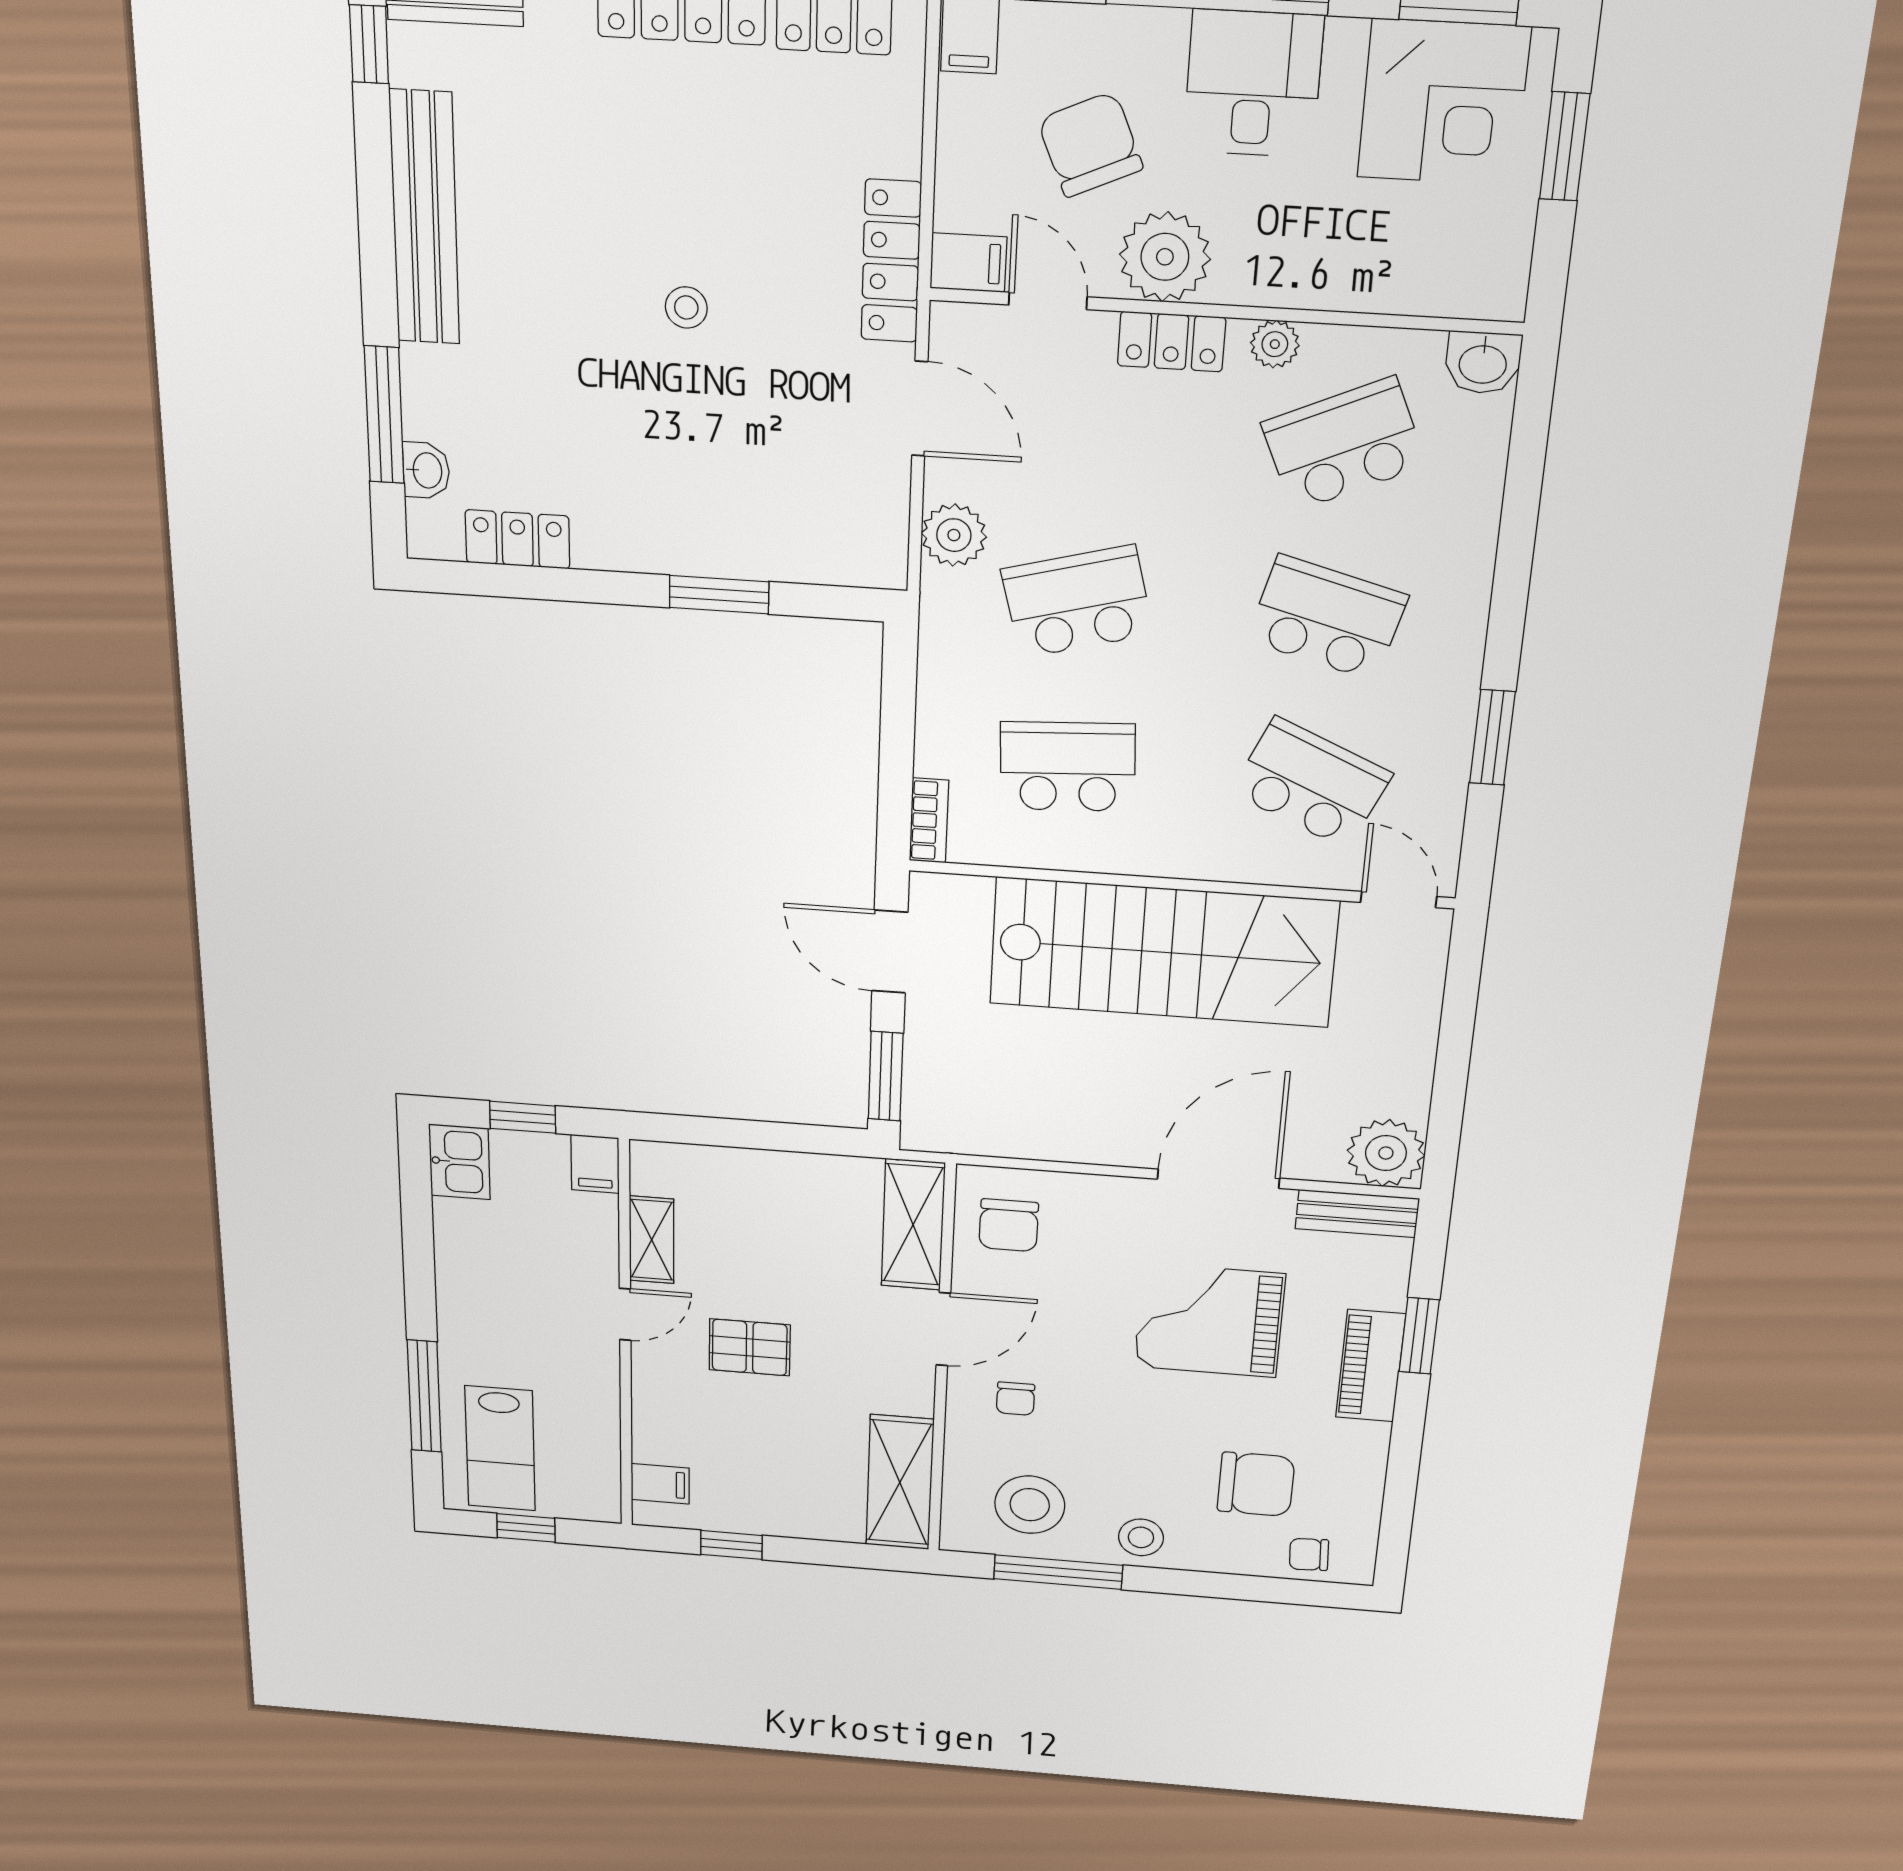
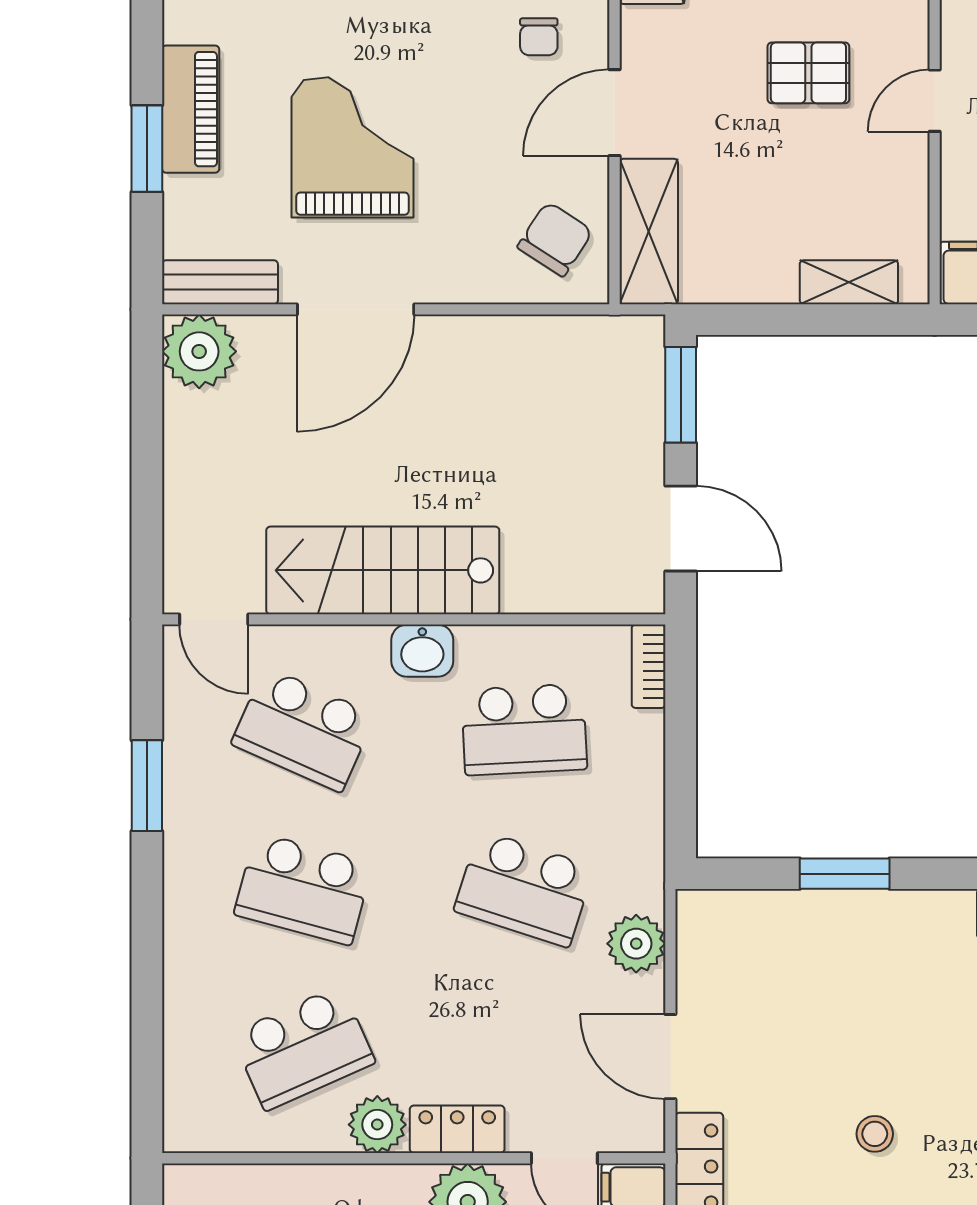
plant: (1275, 344) -> (377, 1125), width x1.38, depth x1.38
washbasin: (1483, 363) -> (422, 651), moved, turned 180
school desk: (1077, 602) -> (524, 889), turned 33
stairs: (1163, 952) -> (383, 570), width x0.73, depth x0.66
chair: (1009, 1225) -> (555, 239), turned 33
shelving: (652, 1240) -> (849, 282), moved, turned 90
grand piano: (1209, 1320) -> (352, 147), turned -90
chair: (1015, 1399) -> (539, 37), turned 180

